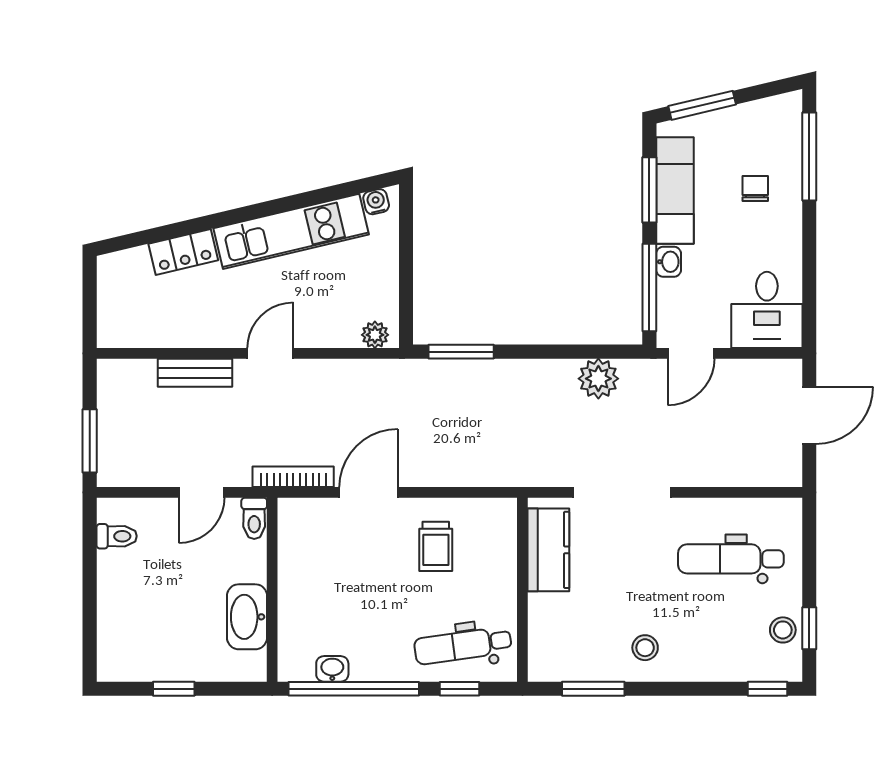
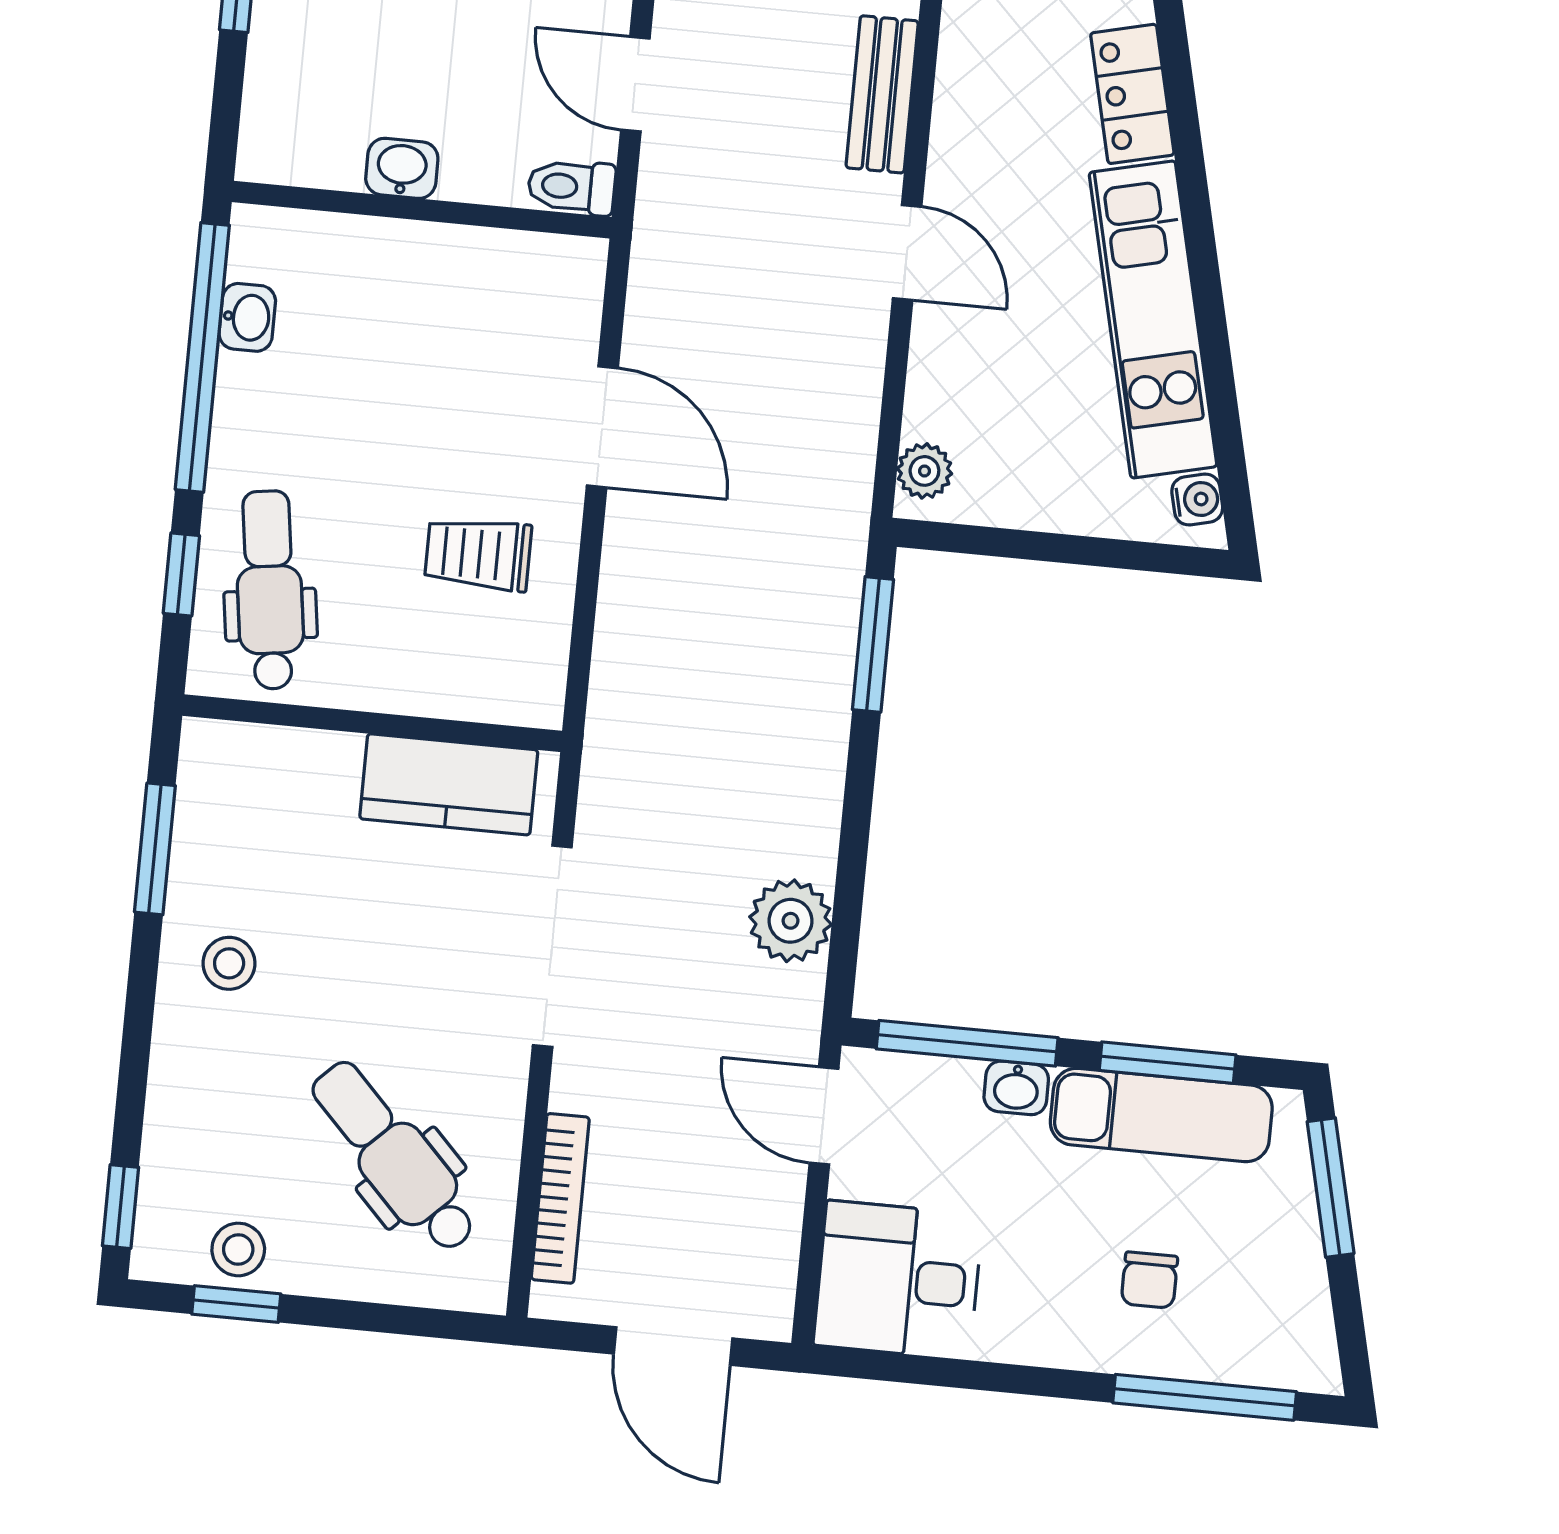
chair: (755, 189) -> (1149, 1280), turned 90
bookcase: (293, 477) -> (560, 1198), moved
dental chair: (731, 559) -> (394, 1157), turned -44
washbasin: (247, 617) -> (402, 168), width x0.52, depth x0.69

